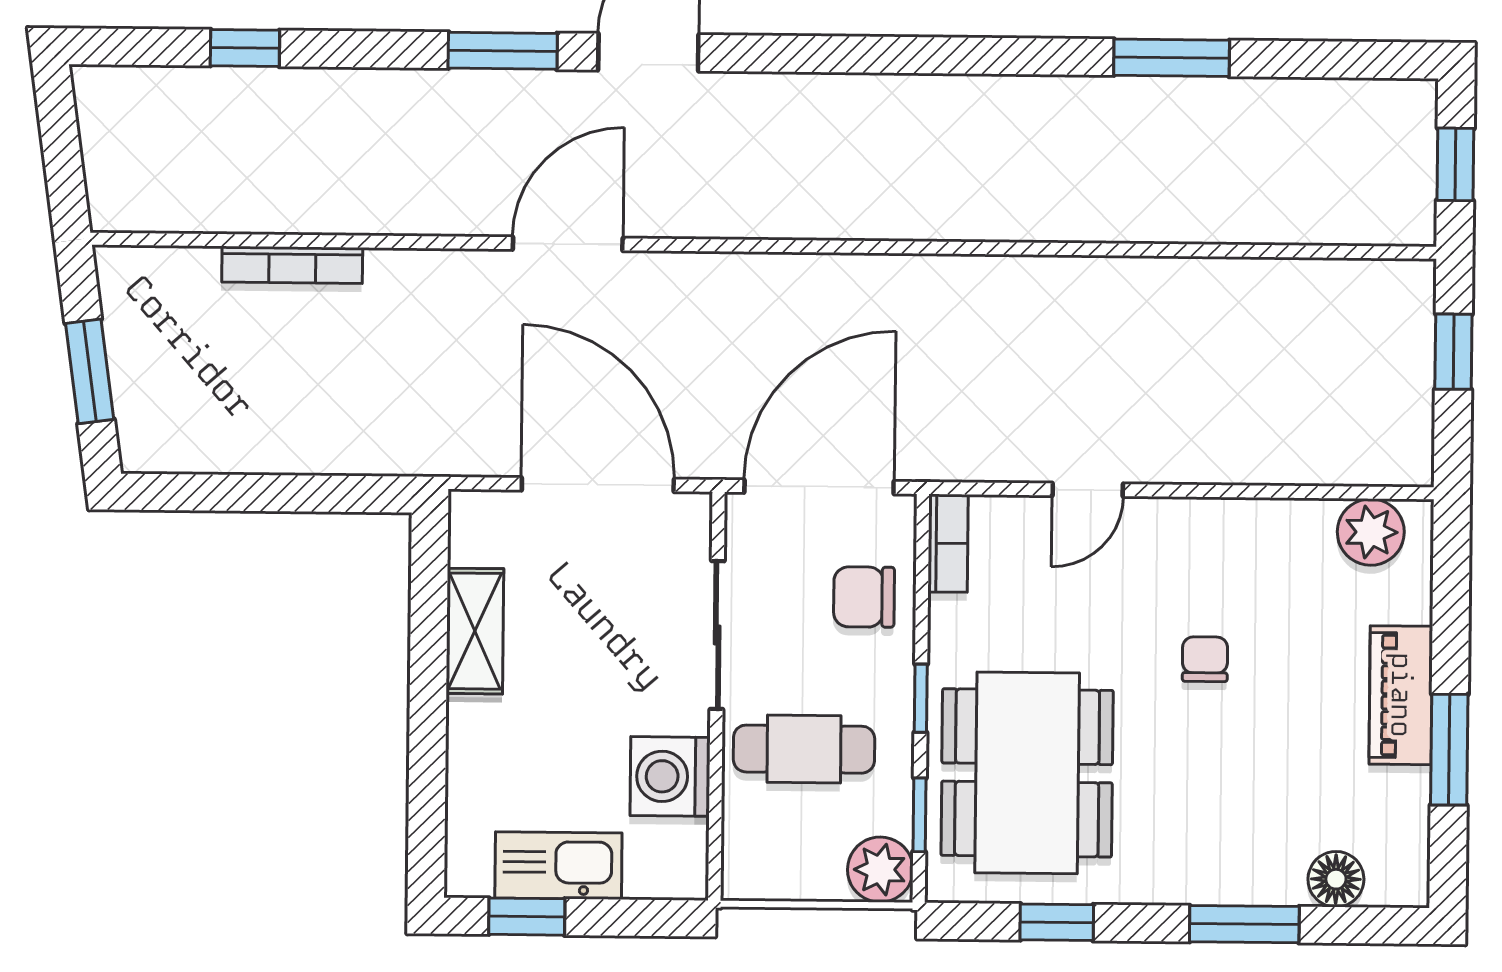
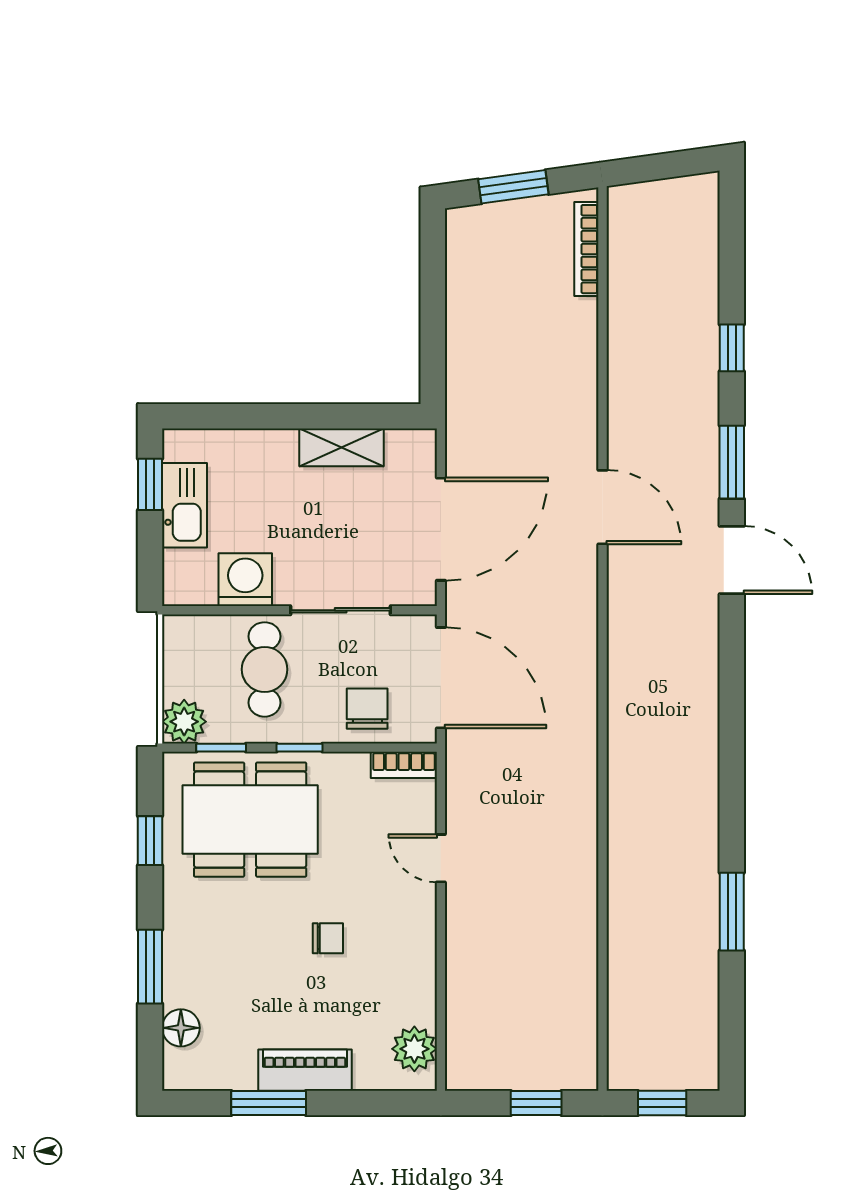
window: (245, 48) -> (732, 348), moved
bookcase: (292, 265) -> (586, 249), moved

